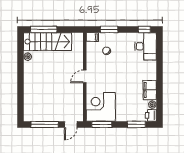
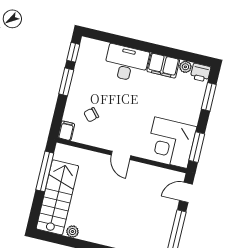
window: (44, 29) -> (45, 171), moved
window: (109, 29) -> (66, 82), moved
desk: (145, 46) -> (126, 63), moved
door: (71, 124) -> (186, 192), swing flipped

